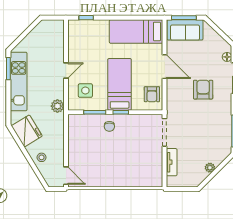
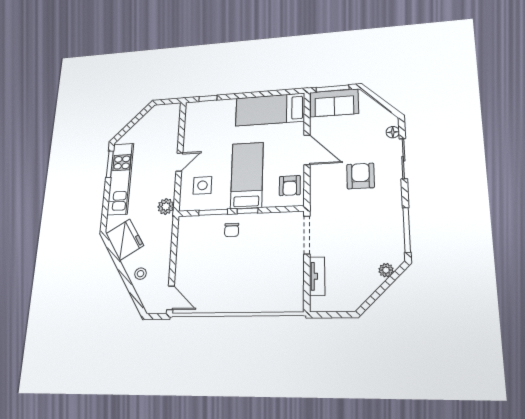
plant: (210, 168) -> (386, 270), moved

